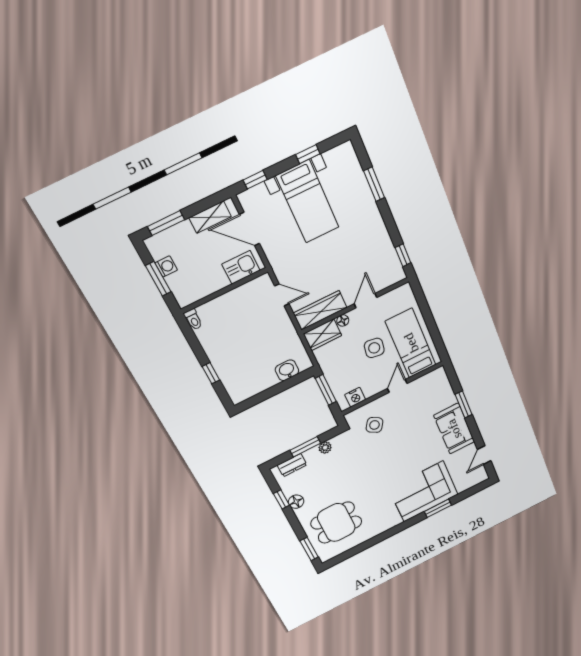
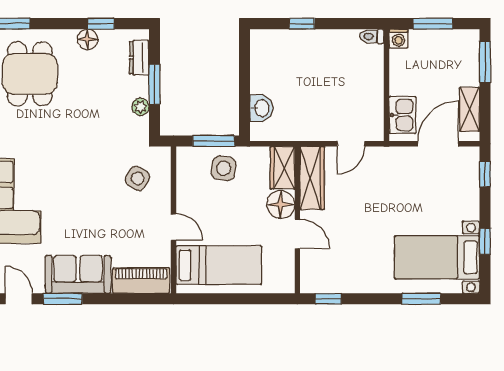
bed with nightstands: (308, 202) -> (437, 257), moved
washing machine: (166, 266) -> (399, 38), moved
floor lamp: (343, 320) -> (281, 205), width x1.89, depth x1.89
side table: (374, 348) -> (224, 168), moved
piano: (442, 388) -> (141, 281), added
nightstand: (355, 397) -> (186, 171), removed
window: (464, 404) -> (63, 299), moved

